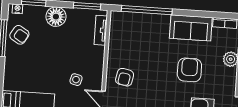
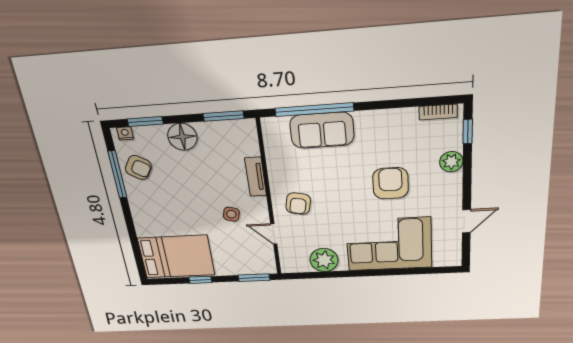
sofa: (191, 28) -> (322, 130), moved
tv unit: (101, 30) -> (256, 177), moved

